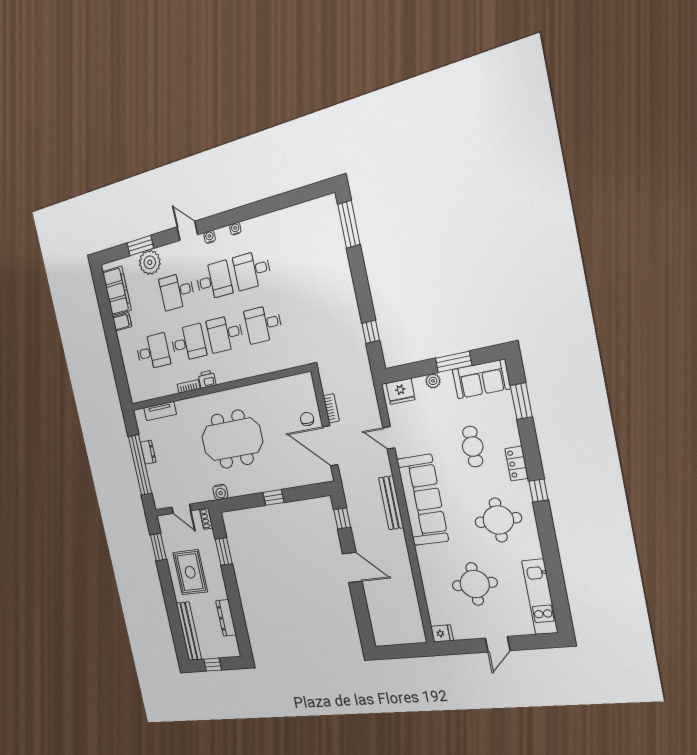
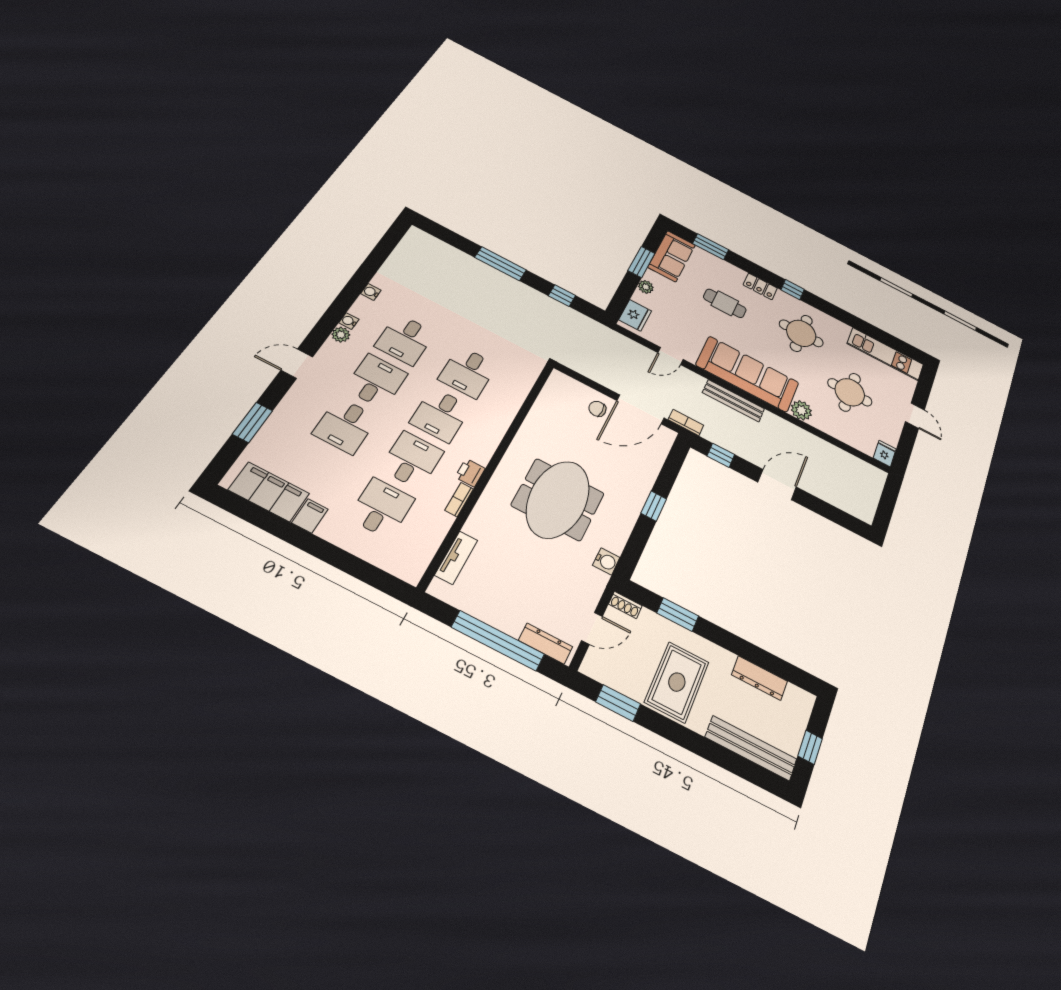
window: (349, 224) -> (501, 264), moved
water cooler: (210, 237) -> (371, 292), moved
plant: (150, 262) -> (341, 335), moved, width x0.53, depth x0.53
bookcase: (331, 408) -> (686, 422), moved
dresser: (148, 452) -> (546, 644), moved, width x1.44
plant: (426, 555) -> (801, 410), added
rug: (190, 572) -> (677, 682), turned 90

